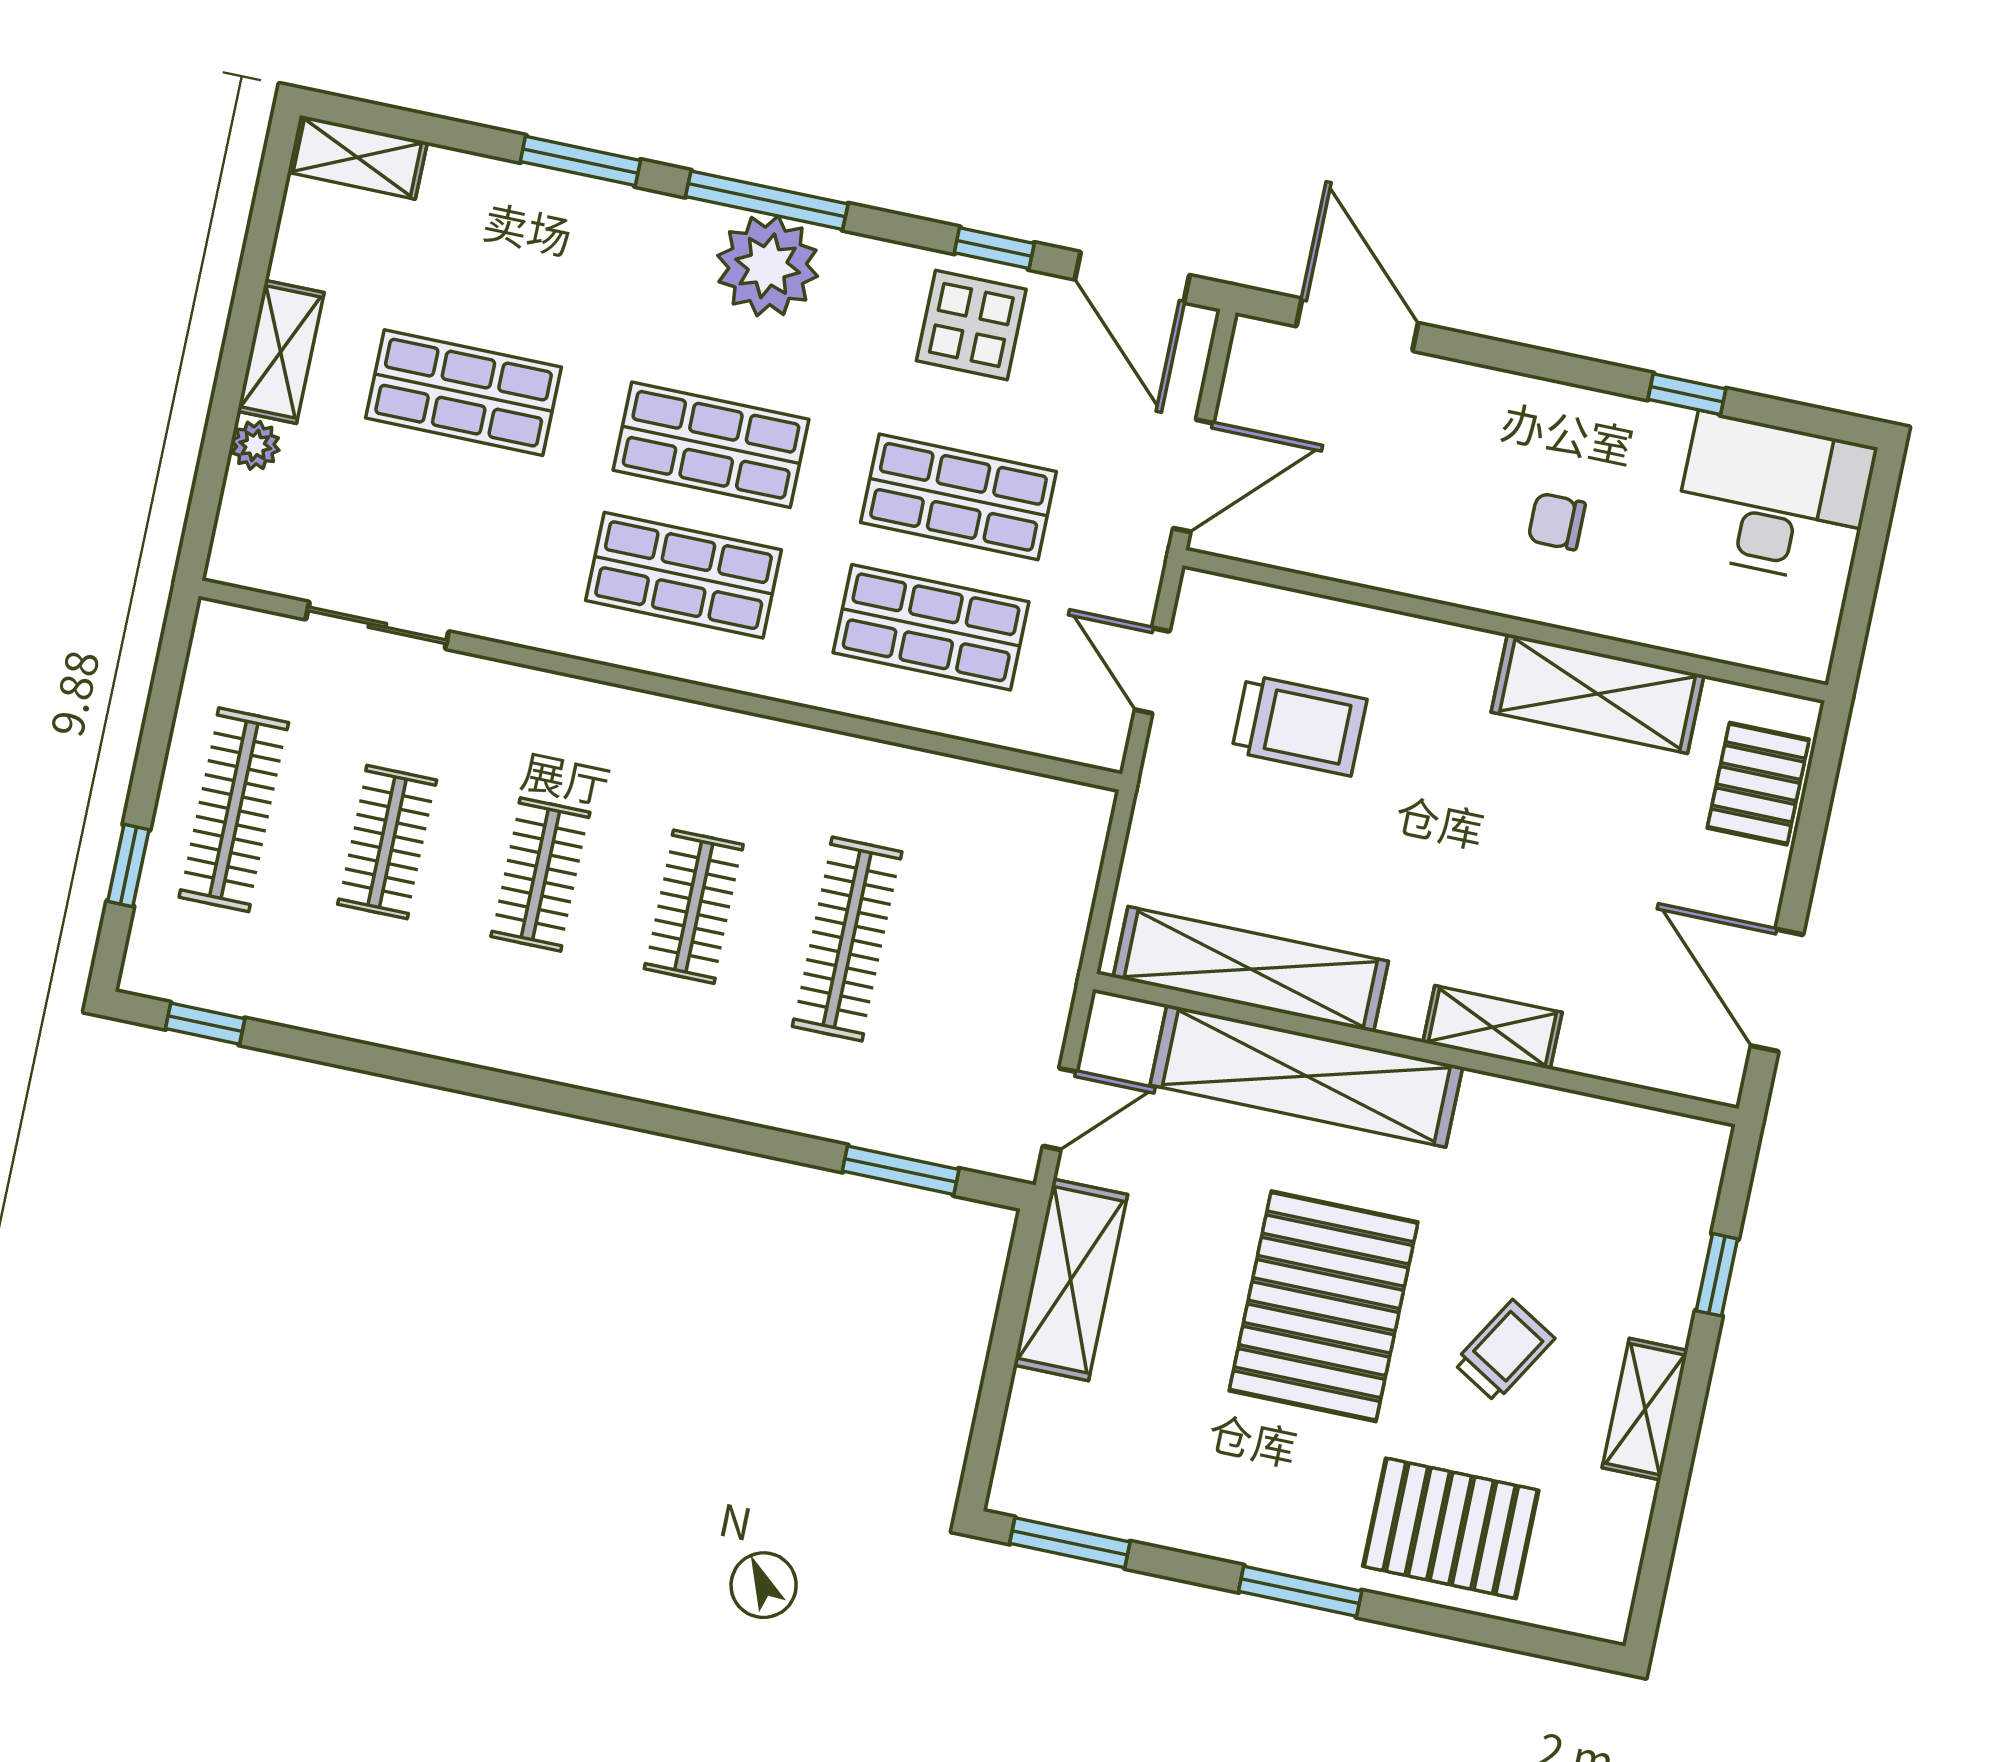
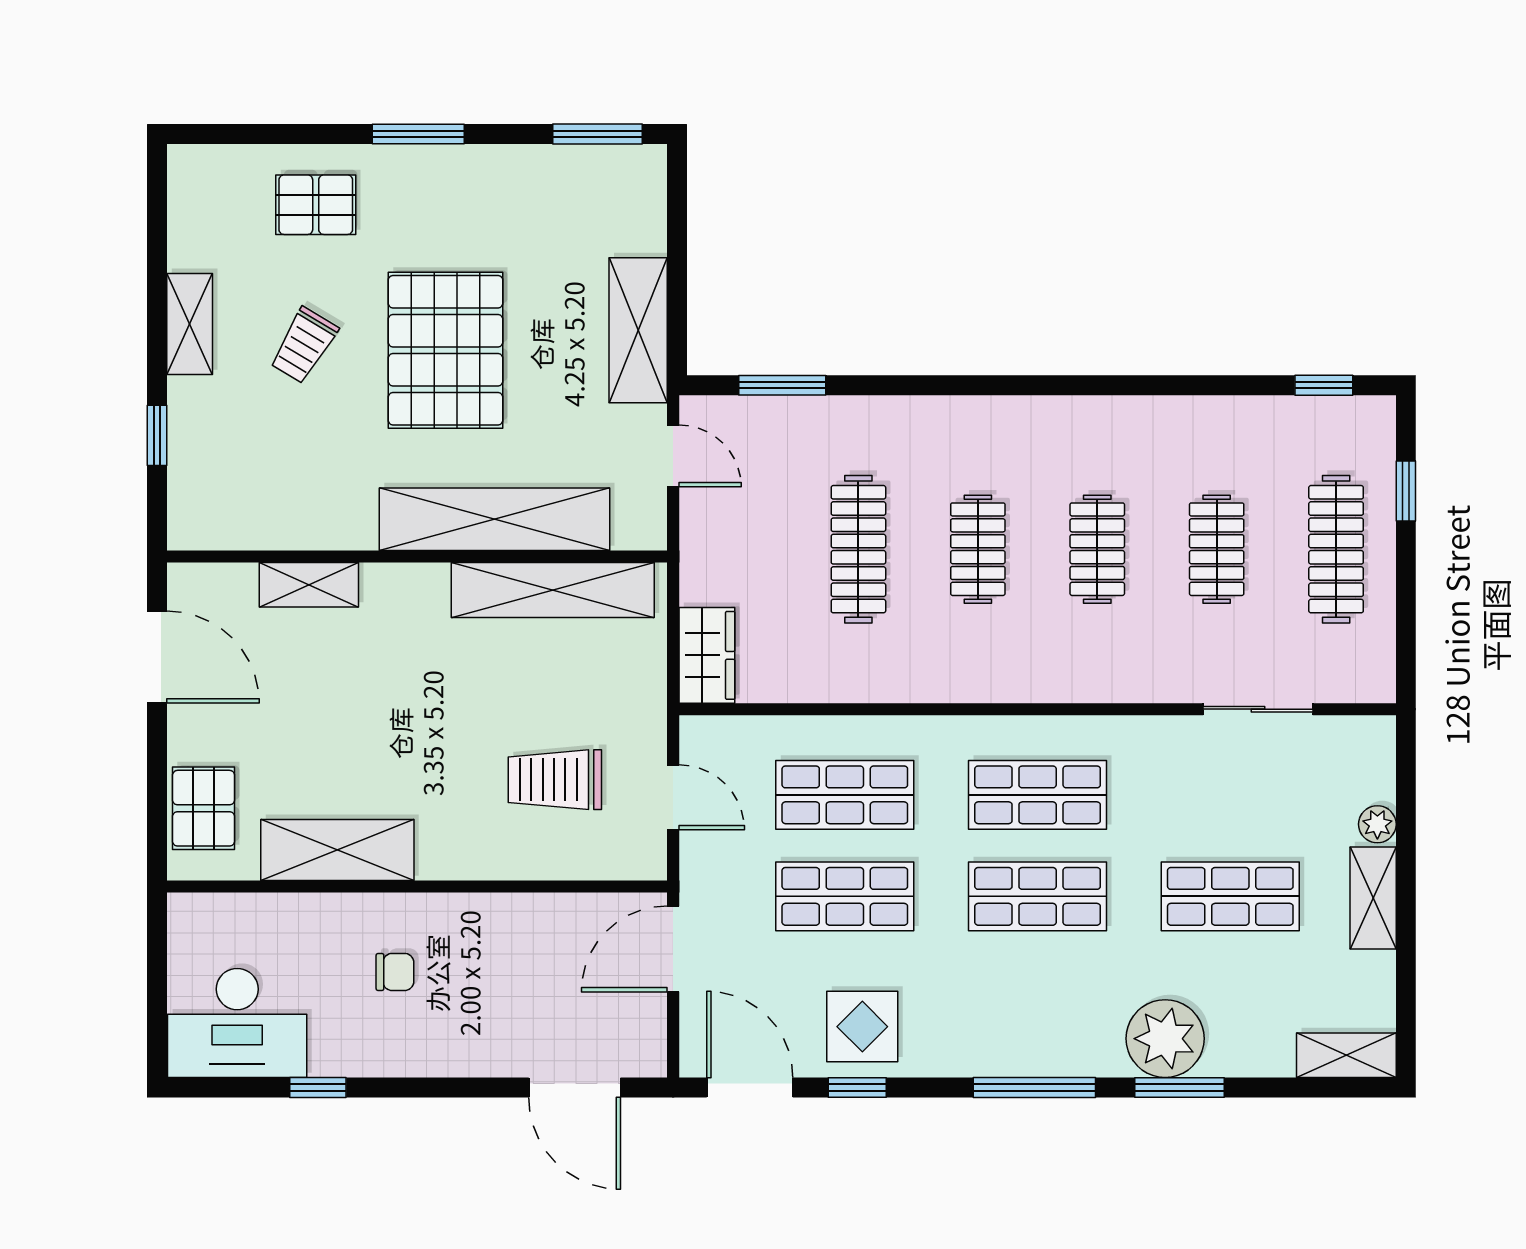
plant: (768, 266) -> (1165, 1039), moved
wardrobe: (1071, 844) -> (707, 655), added
shelving: (1492, 1027) -> (309, 585), moved
door: (1060, 1109) -> (673, 456), swing flipped
pallet: (1451, 1528) -> (316, 205), width x0.67, depth x0.71

